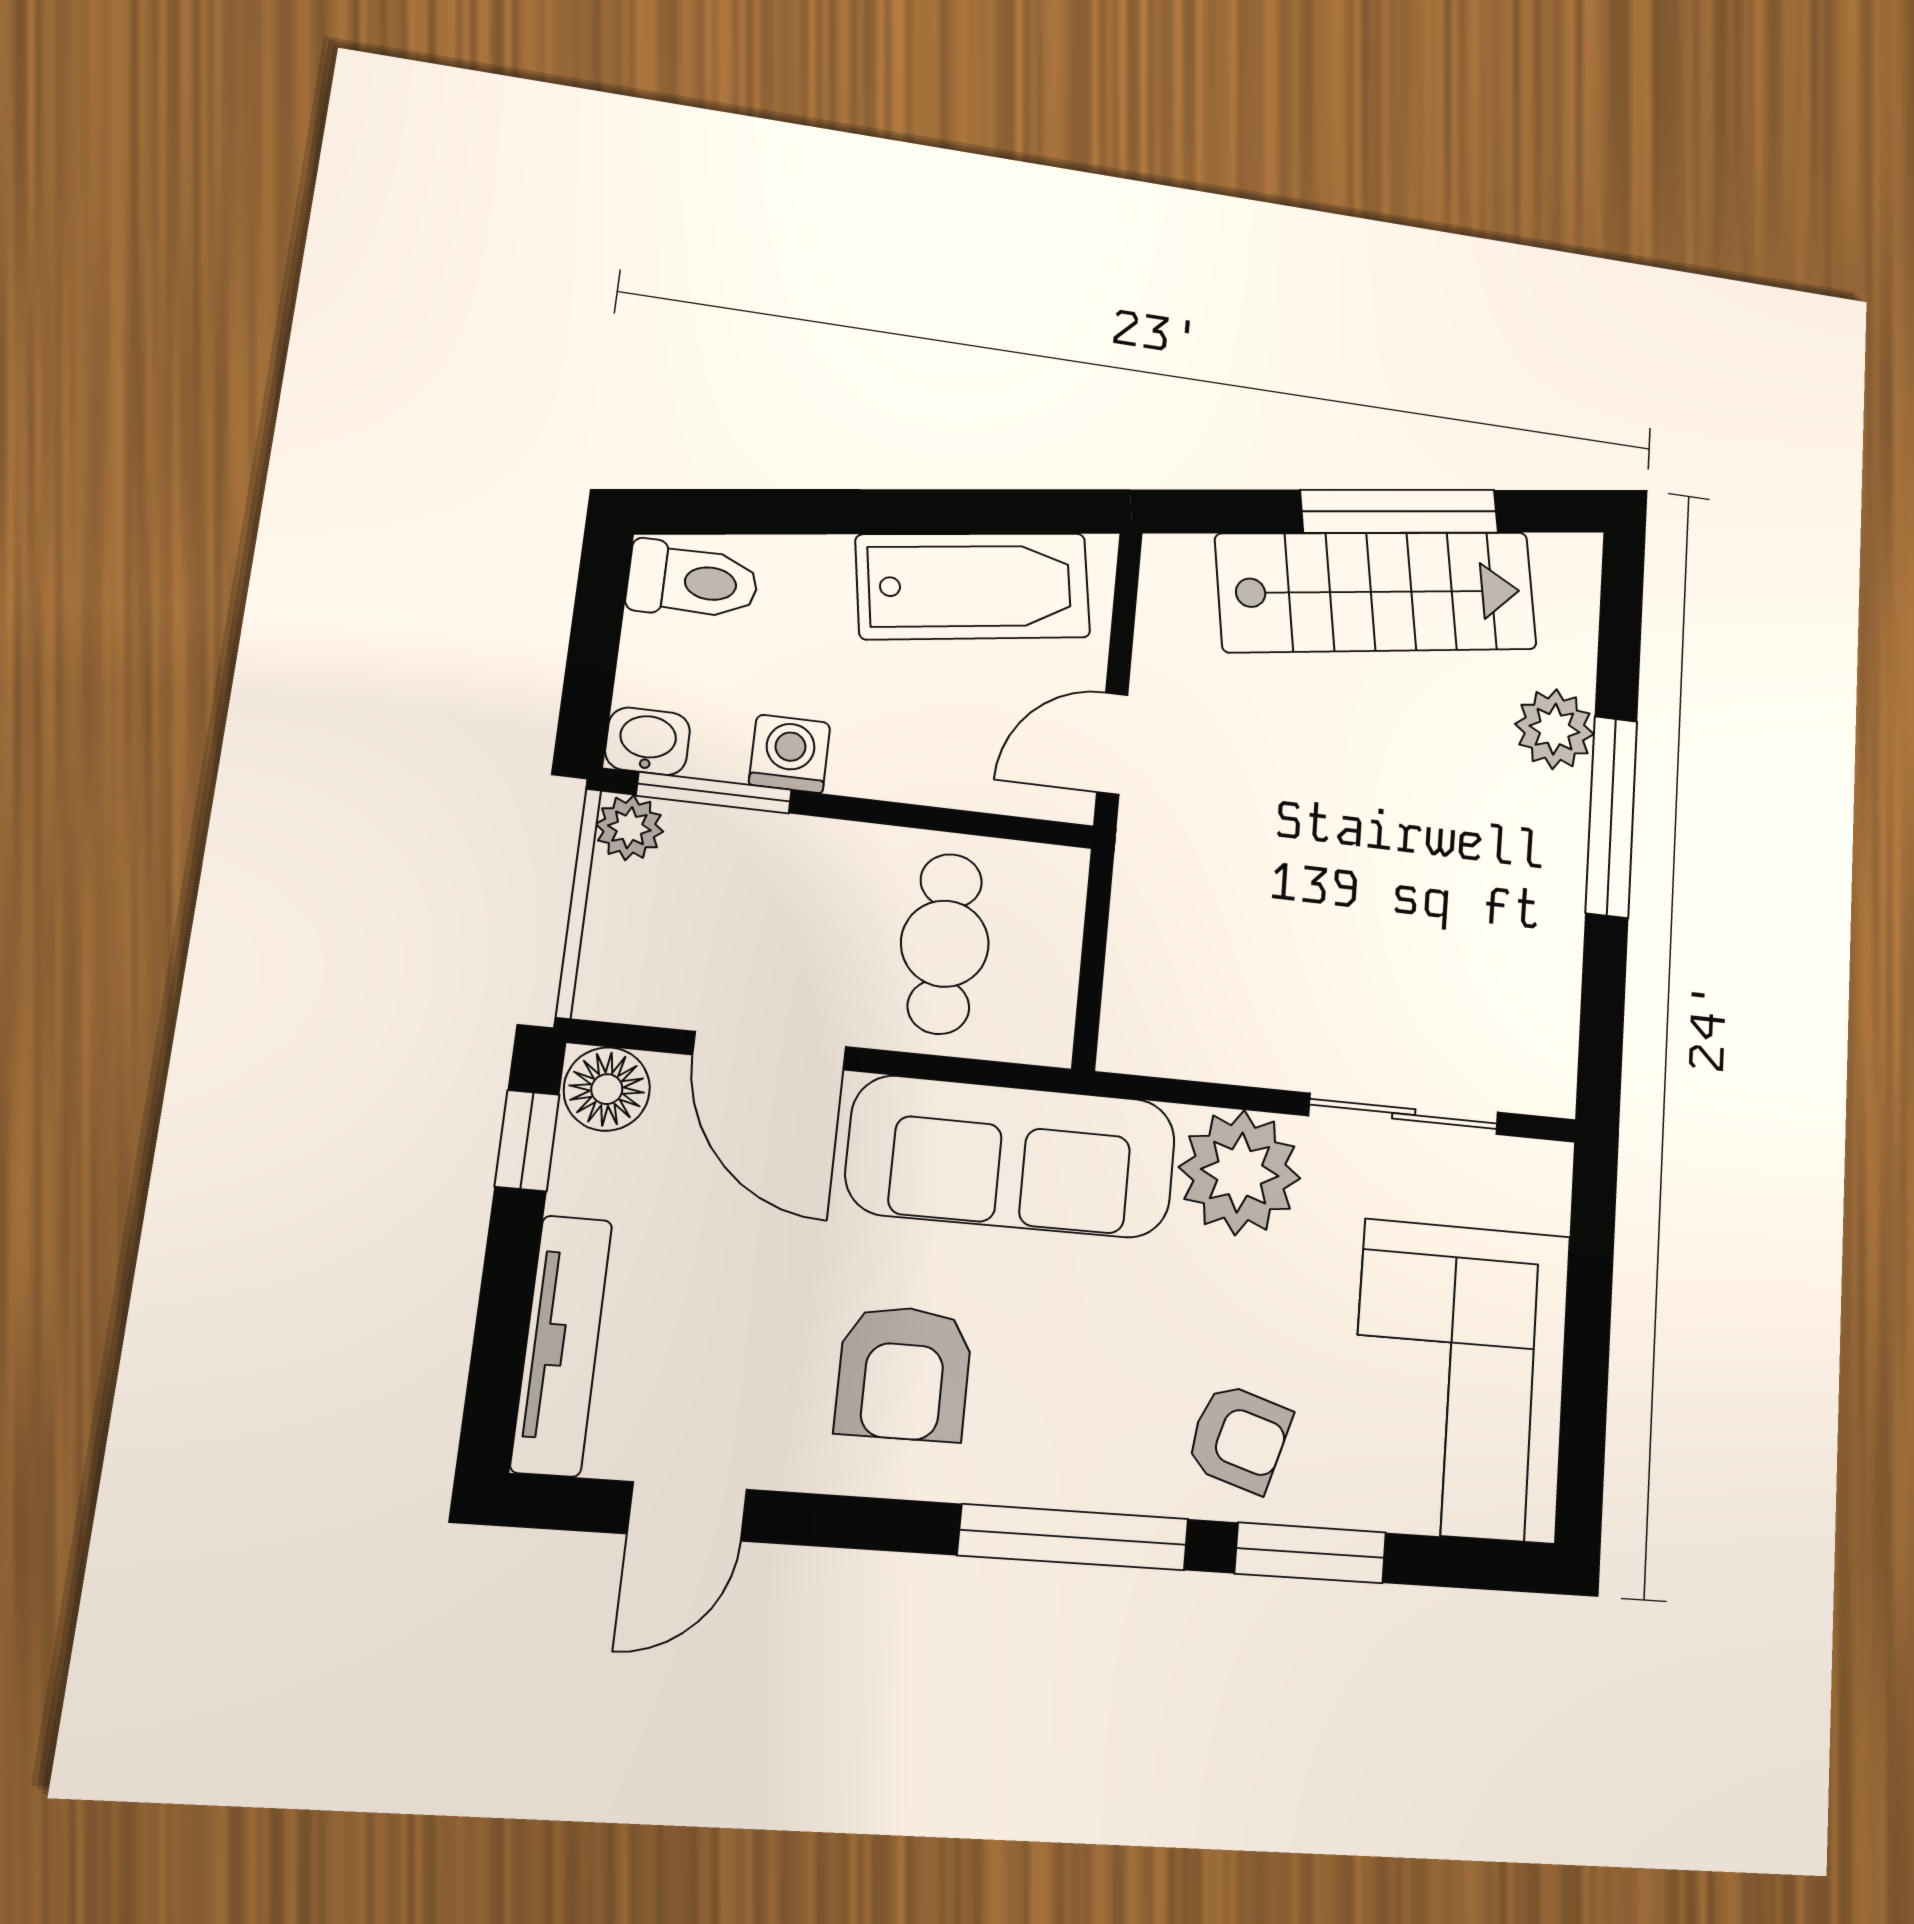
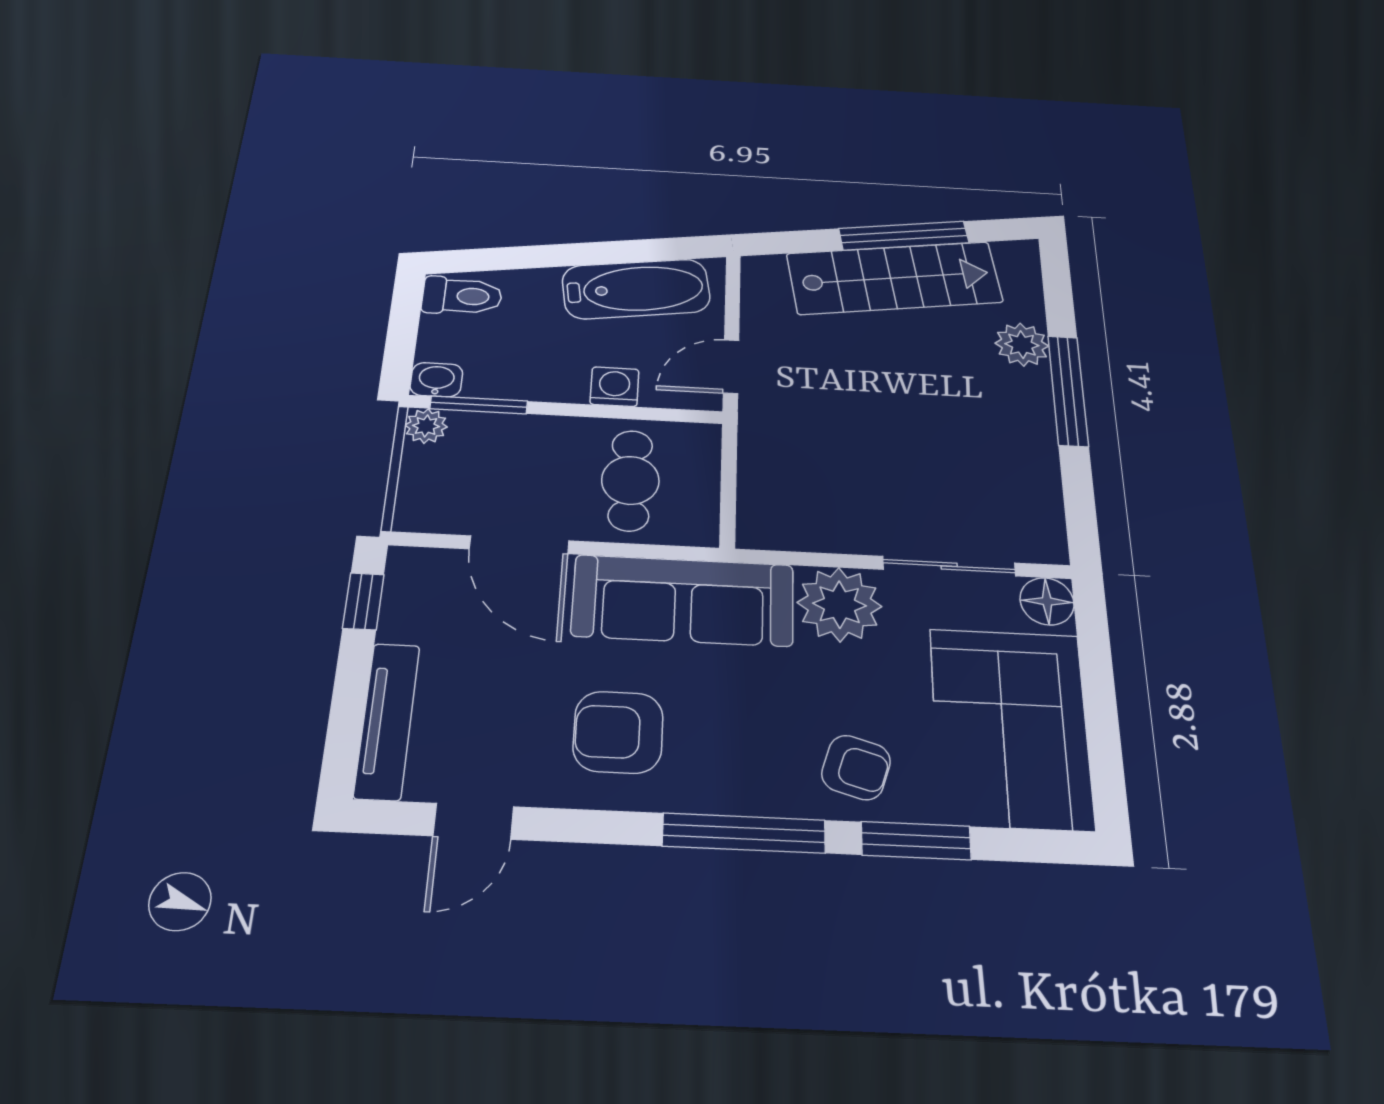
washing machine: (790, 754) -> (614, 387), moved
floor lamp: (607, 1089) -> (1047, 601), moved
armchair: (904, 1373) -> (618, 732), turned 90

